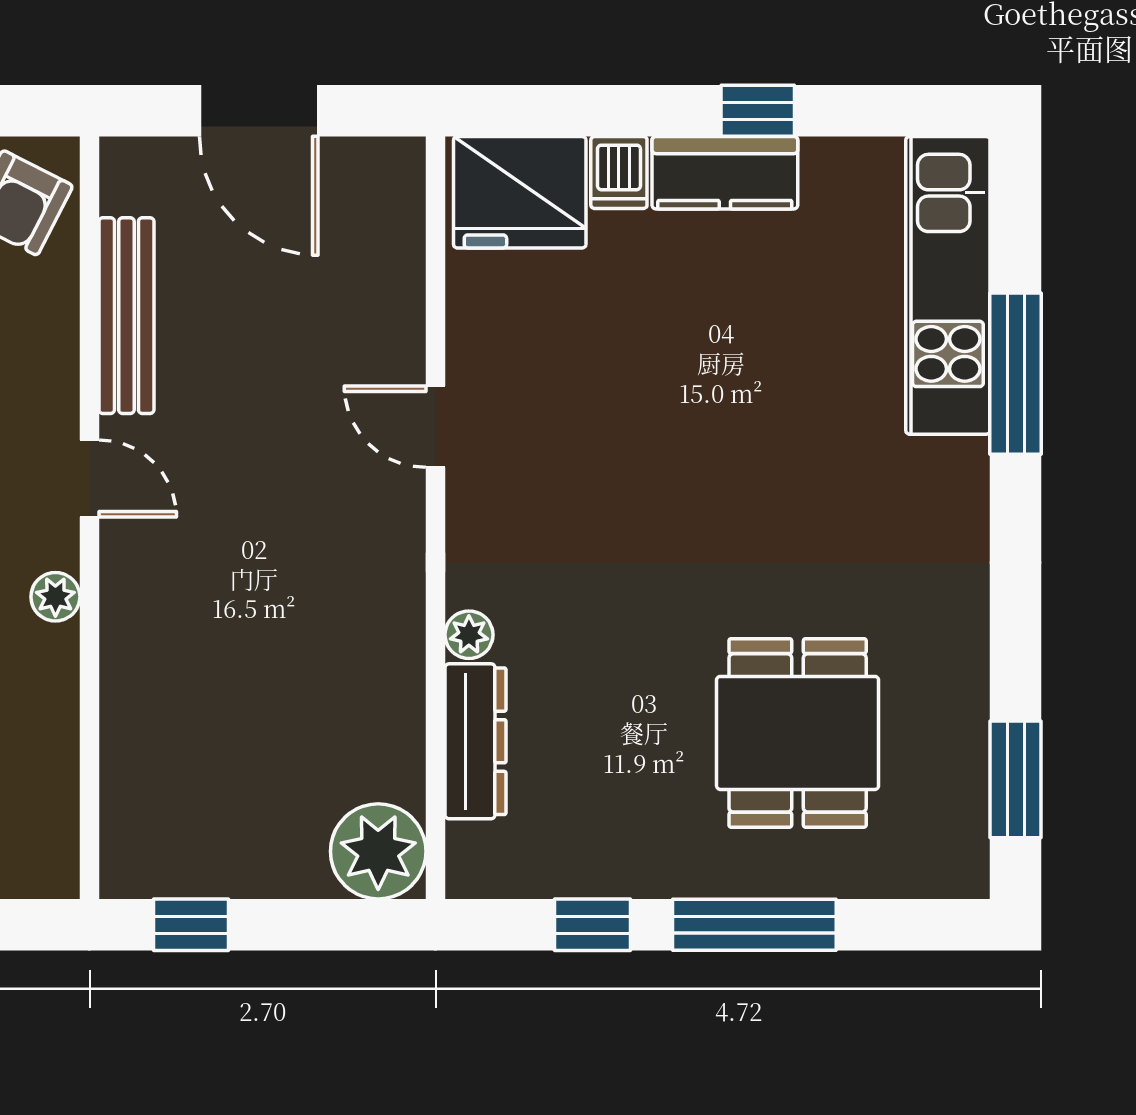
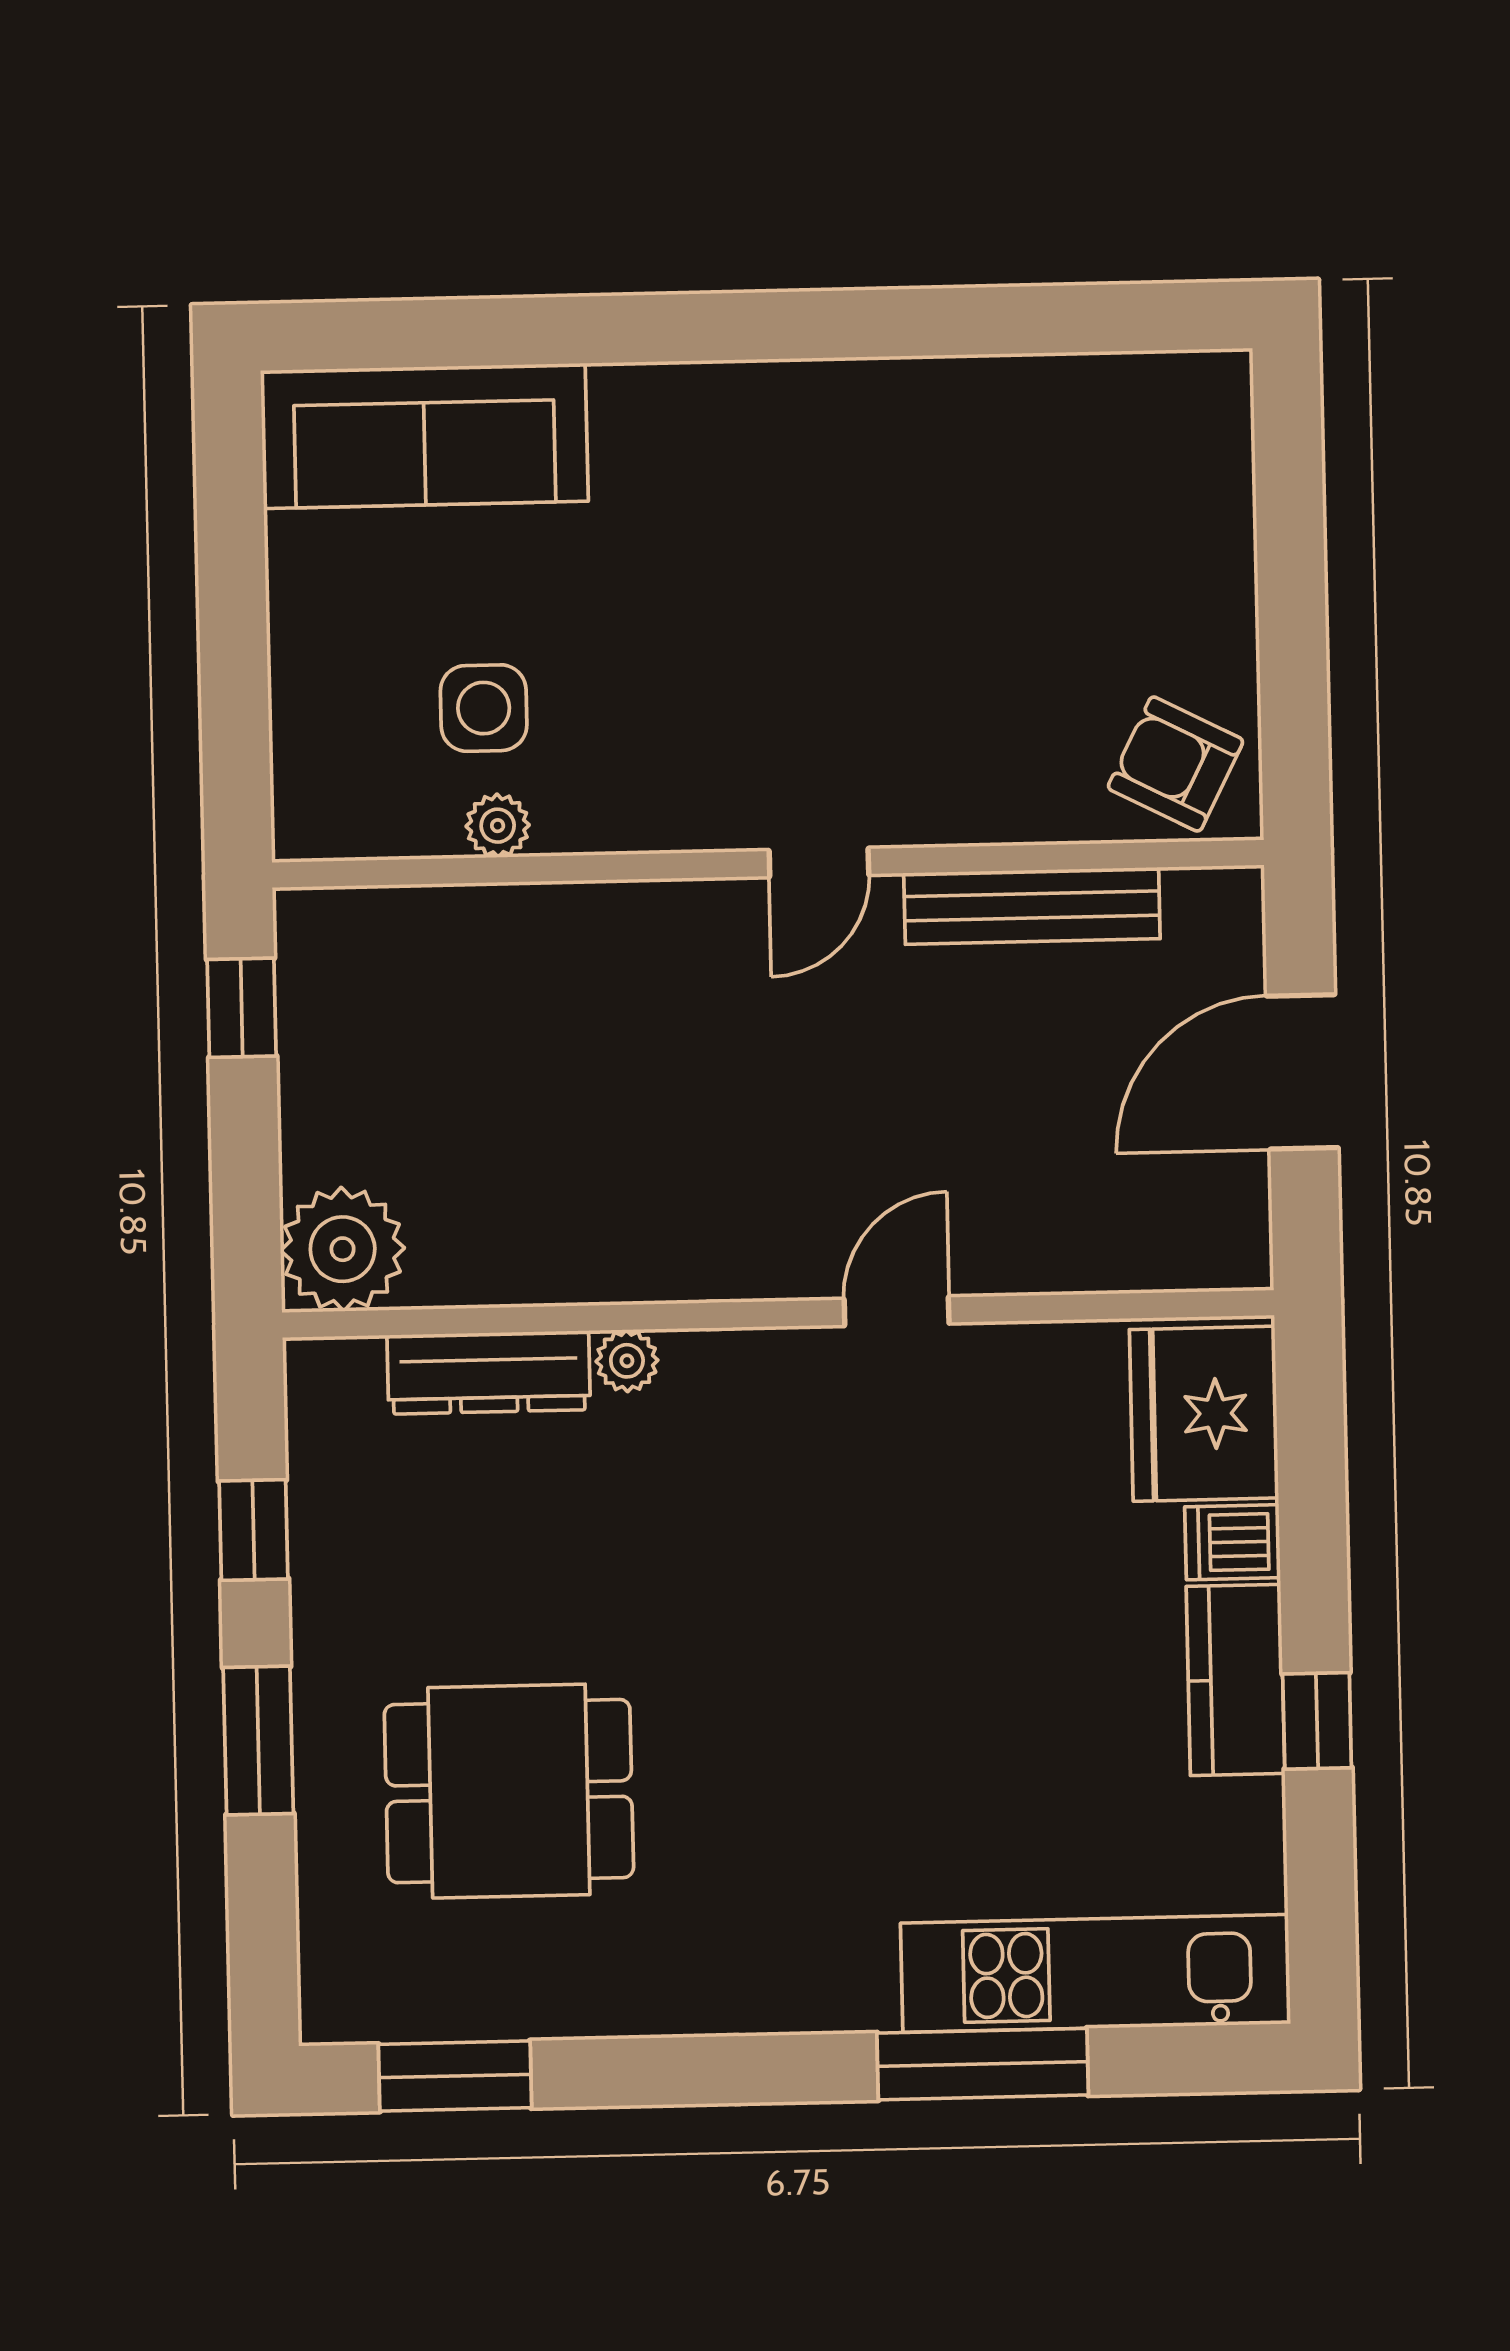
plant: (55, 597) -> (498, 826), moved
window: (754, 925) -> (258, 1741), width x0.69

